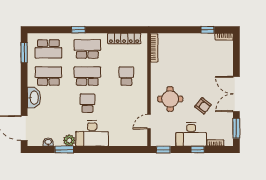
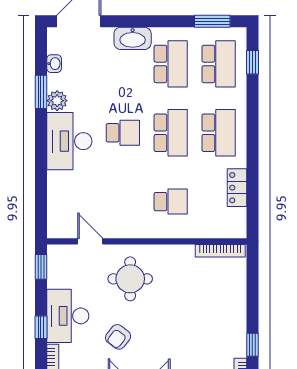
window: (78, 30) -> (252, 62), moved
locker: (124, 38) -> (237, 188), width x0.66
school desk: (48, 49) -> (219, 64), turned 180

